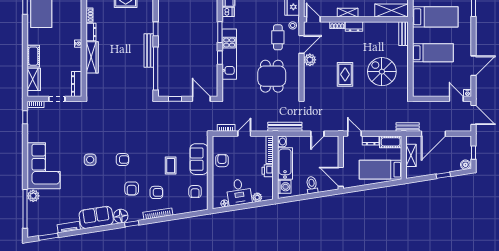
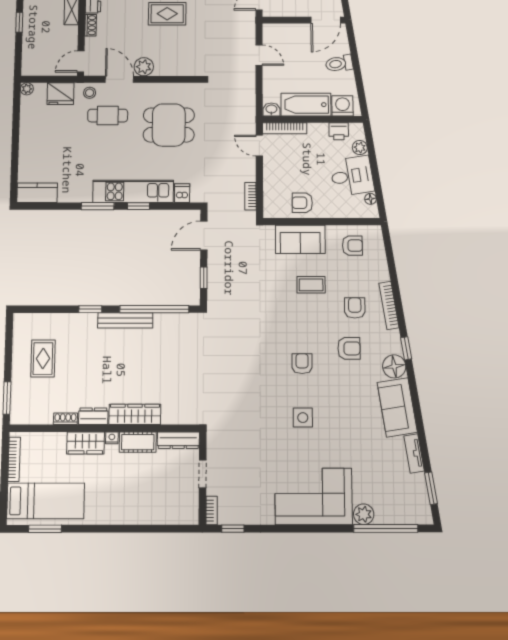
dishwasher: (228, 12) -> (182, 193), moved
cot: (33, 56) -> (138, 442), moved
wardrobe: (34, 79) -> (86, 443), moved, turned 180
bench: (285, 127) -> (248, 105), removed
door: (244, 134) -> (259, 146), moved
printer: (268, 171) -> (339, 131), moved

